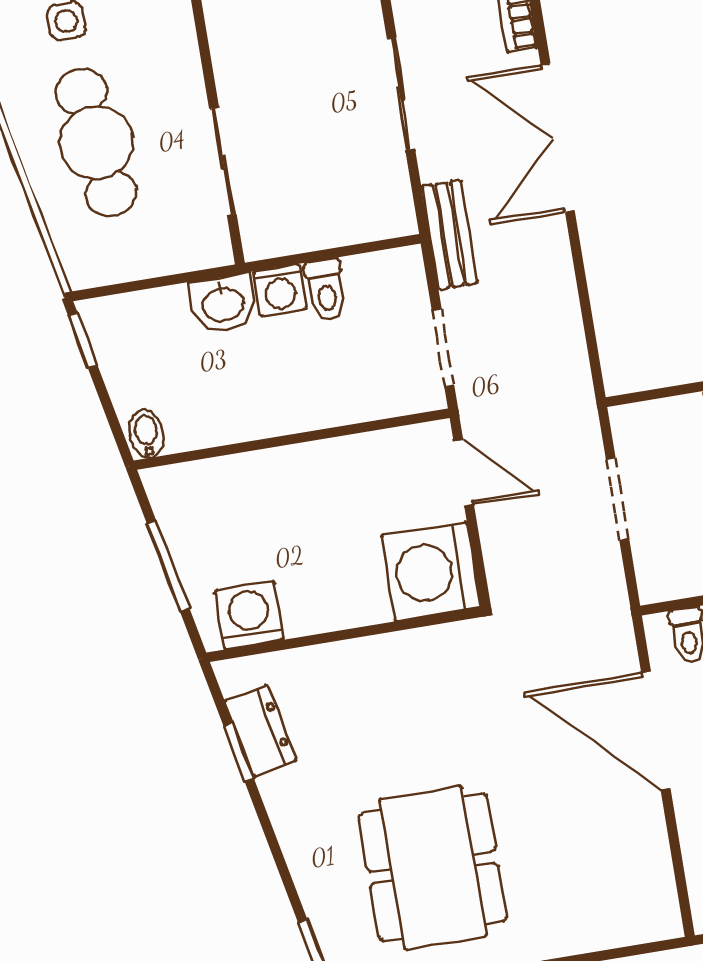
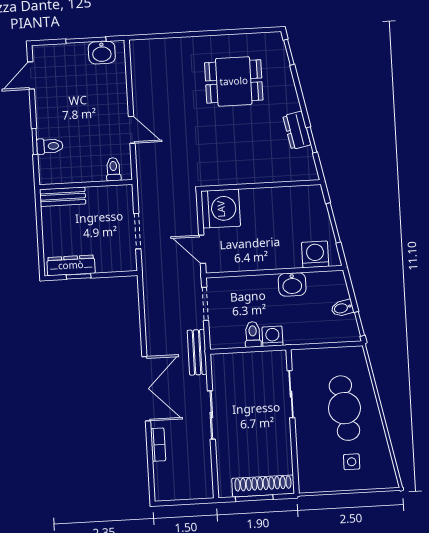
washbasin: (223, 303) -> (292, 284), moved, turned 180
bidet: (147, 434) -> (342, 308), moved, turned 79
washing machine: (249, 615) -> (315, 254), moved, turned 180
dresser: (260, 731) -> (297, 130), moved
door: (656, 731) -> (132, 130), width x0.53
dining table: (433, 867) -> (234, 81), width x0.73

